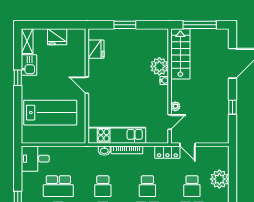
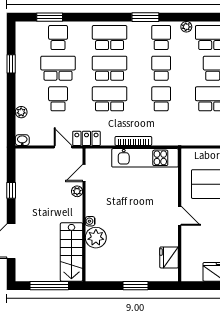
washbasin: (104, 151) -> (22, 140), moved
plant: (219, 179) -> (21, 112), width x0.53, depth x0.53
school desk: (147, 186) -> (110, 99), width x1.85

